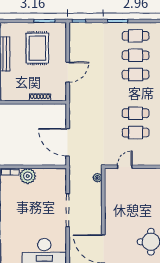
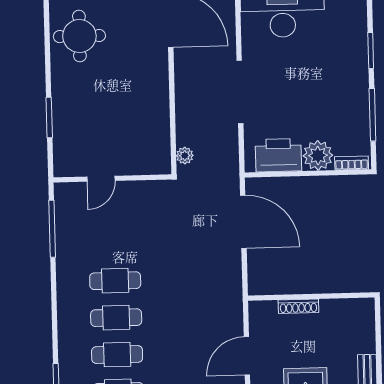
cafe table: (136, 133) -> (116, 318), moved
door: (125, 167) -> (101, 179), moved
printer: (48, 177) -> (278, 155), added

